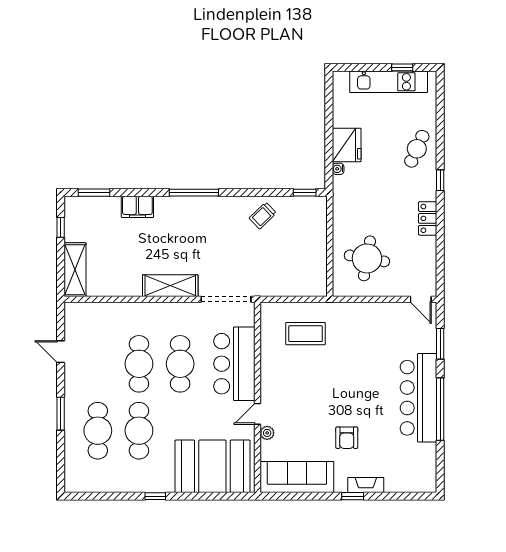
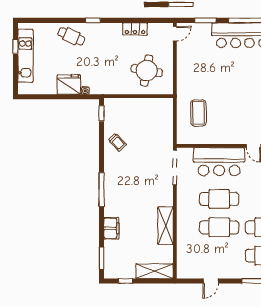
locker: (428, 218) -> (135, 29), moved
shelving: (170, 286) -> (165, 226), moved

